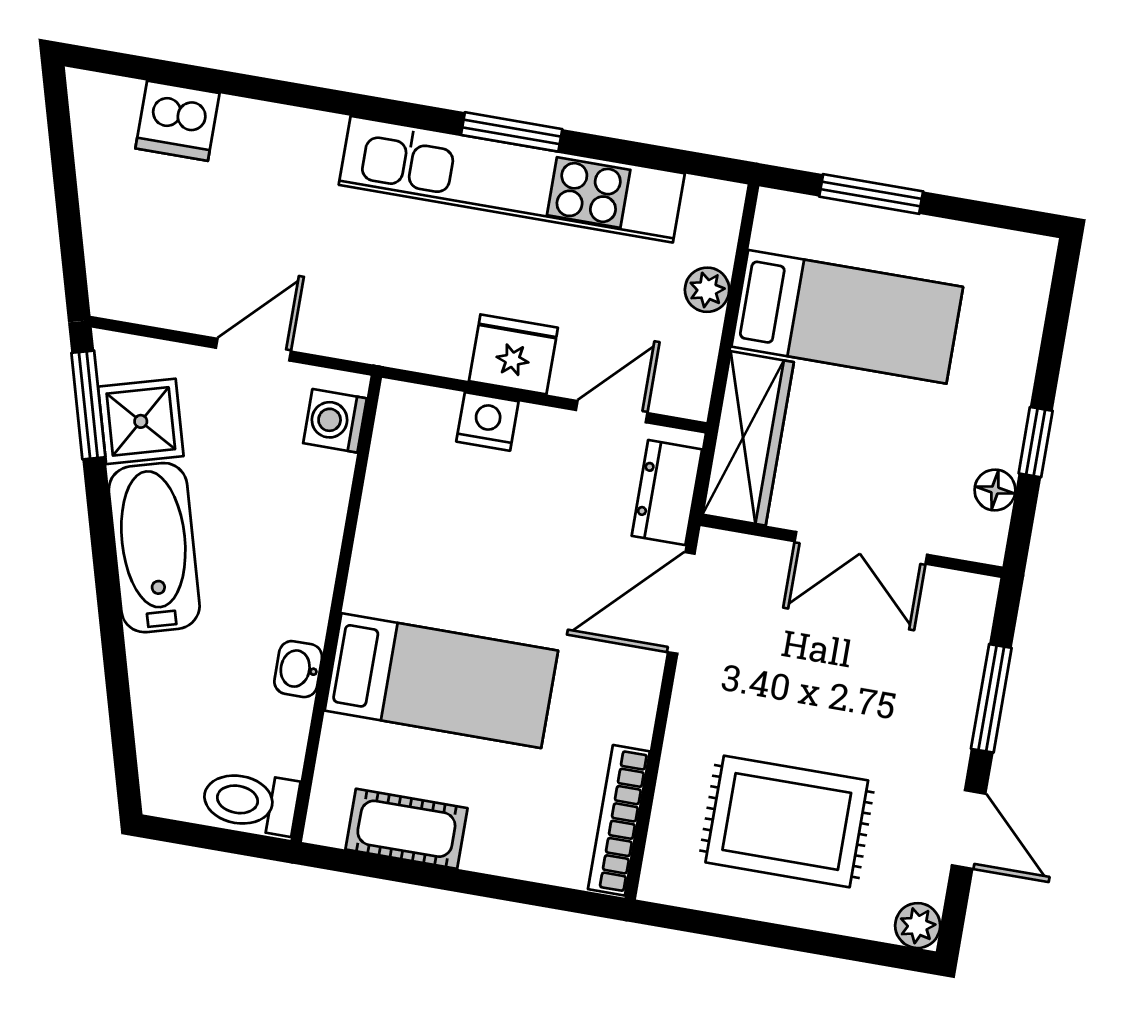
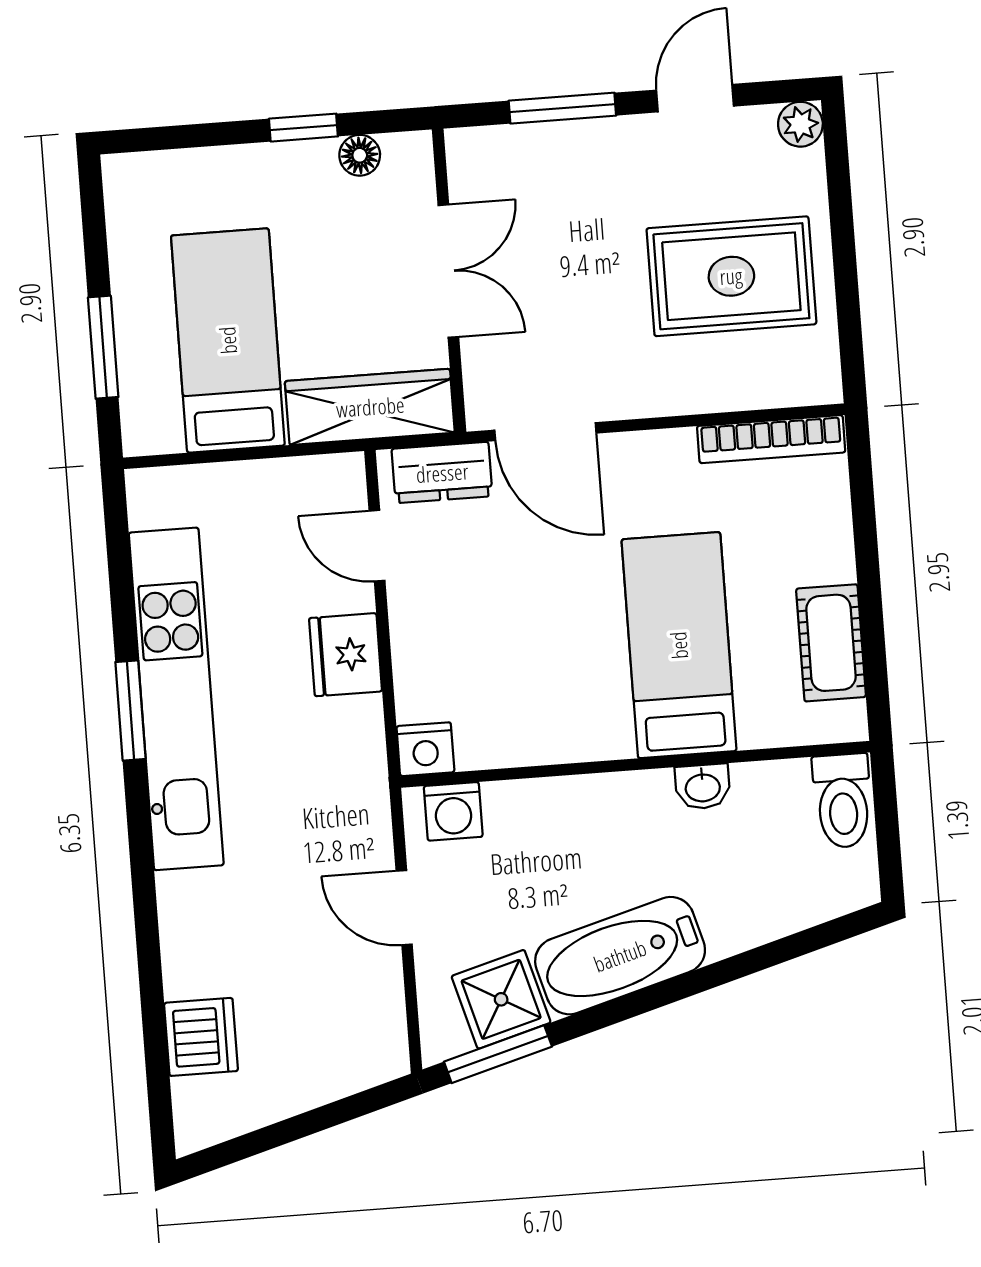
plant: (707, 290) -> (236, 483), removed
nightstand: (487, 421) -> (425, 749), moved, turned -90
rug: (787, 821) -> (731, 276), turned 90

